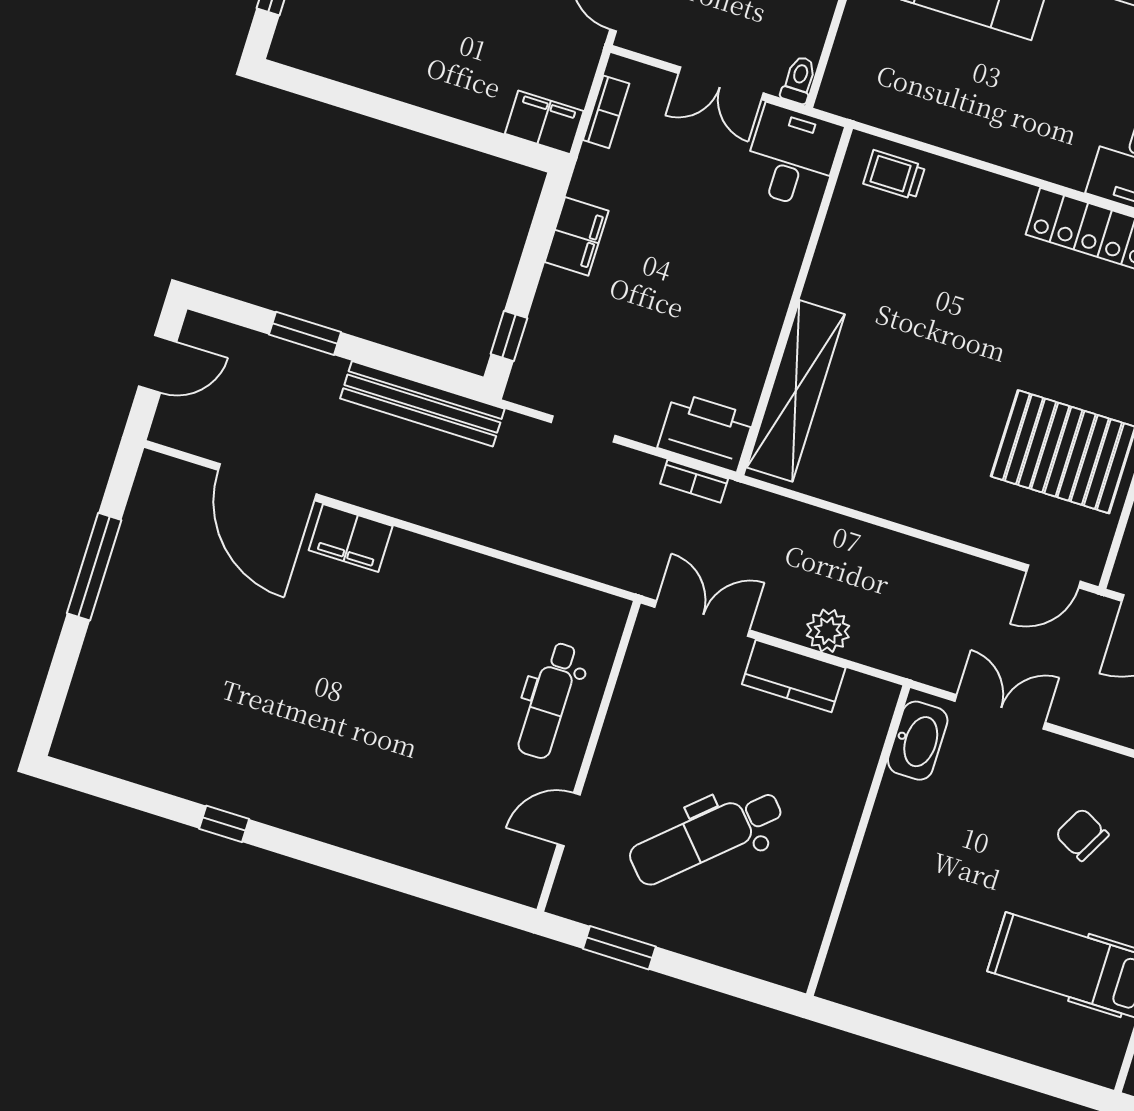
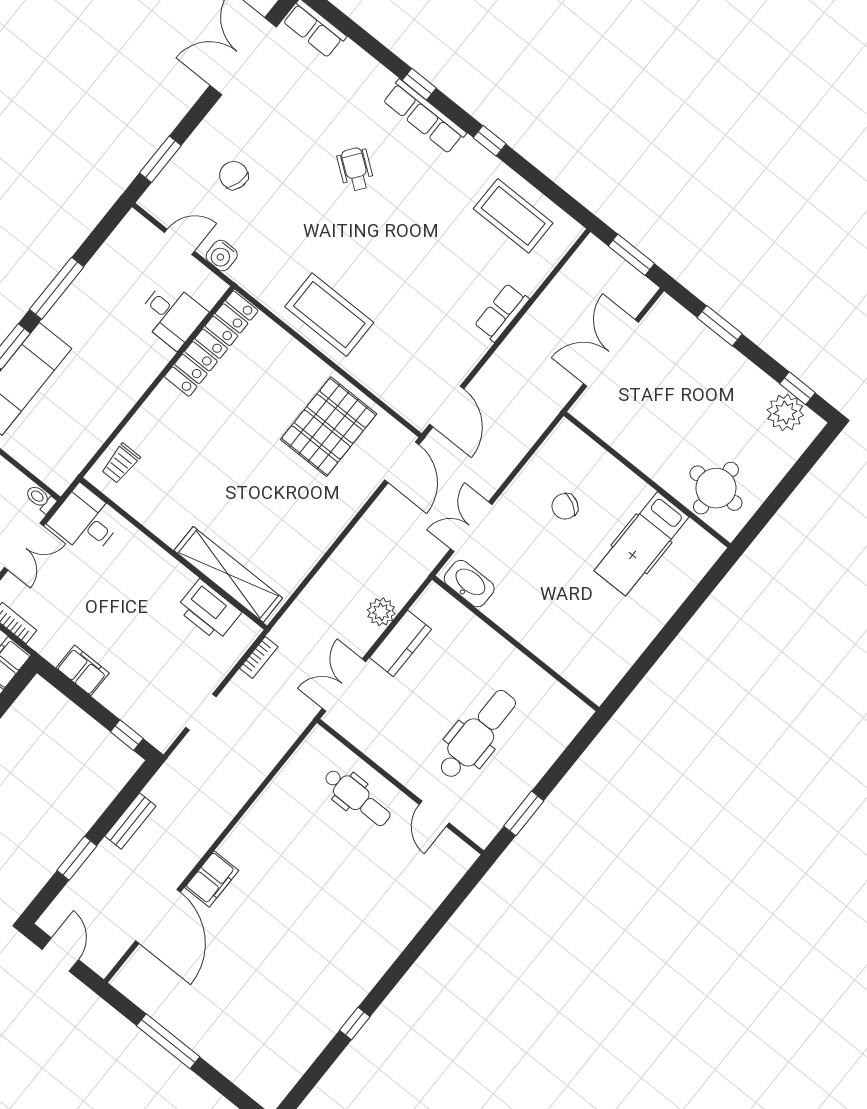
bench: (422, 404) -> (130, 821), width x0.54, depth x0.82
printer: (706, 432) -> (209, 610), moved, turned -90
door: (267, 482) -> (158, 916), hinge flipped
door: (1053, 576) -> (402, 462), width x1.38
dental chair: (706, 837) -> (477, 735), turned -138

